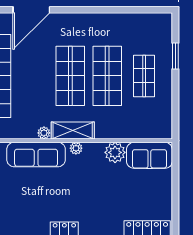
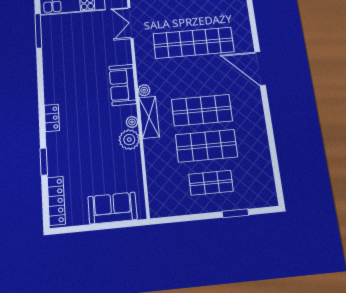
plant: (115, 152) -> (129, 140), moved
sofa: (36, 154) -> (123, 85), width x0.73
sofa: (149, 155) -> (112, 208), moved, turned 90

